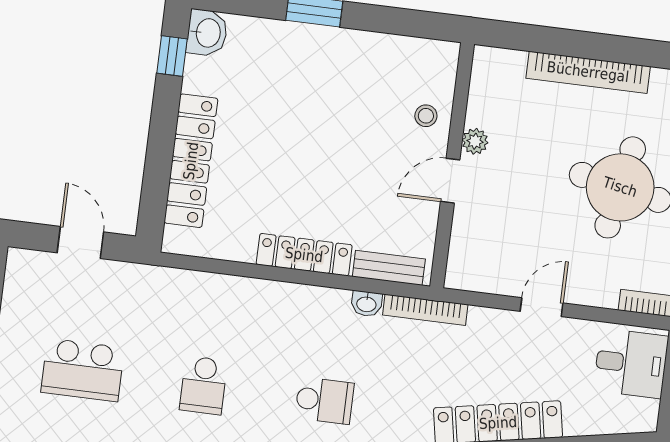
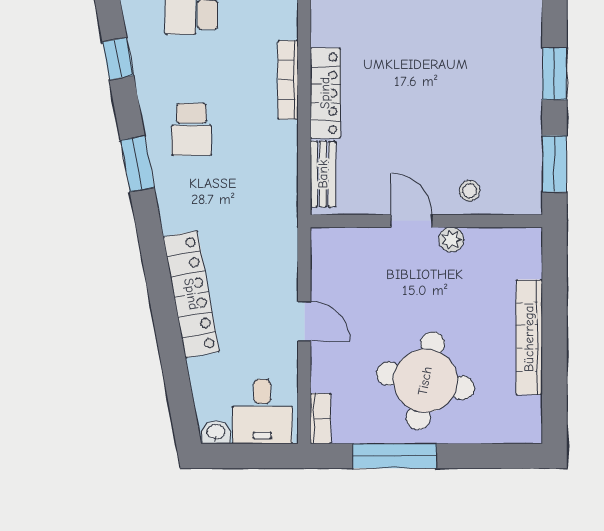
window: (409, 23) -> (555, 164), added
washbasin: (366, 304) -> (216, 432), moved, turned 90
bookcase: (425, 310) -> (288, 80), moved

